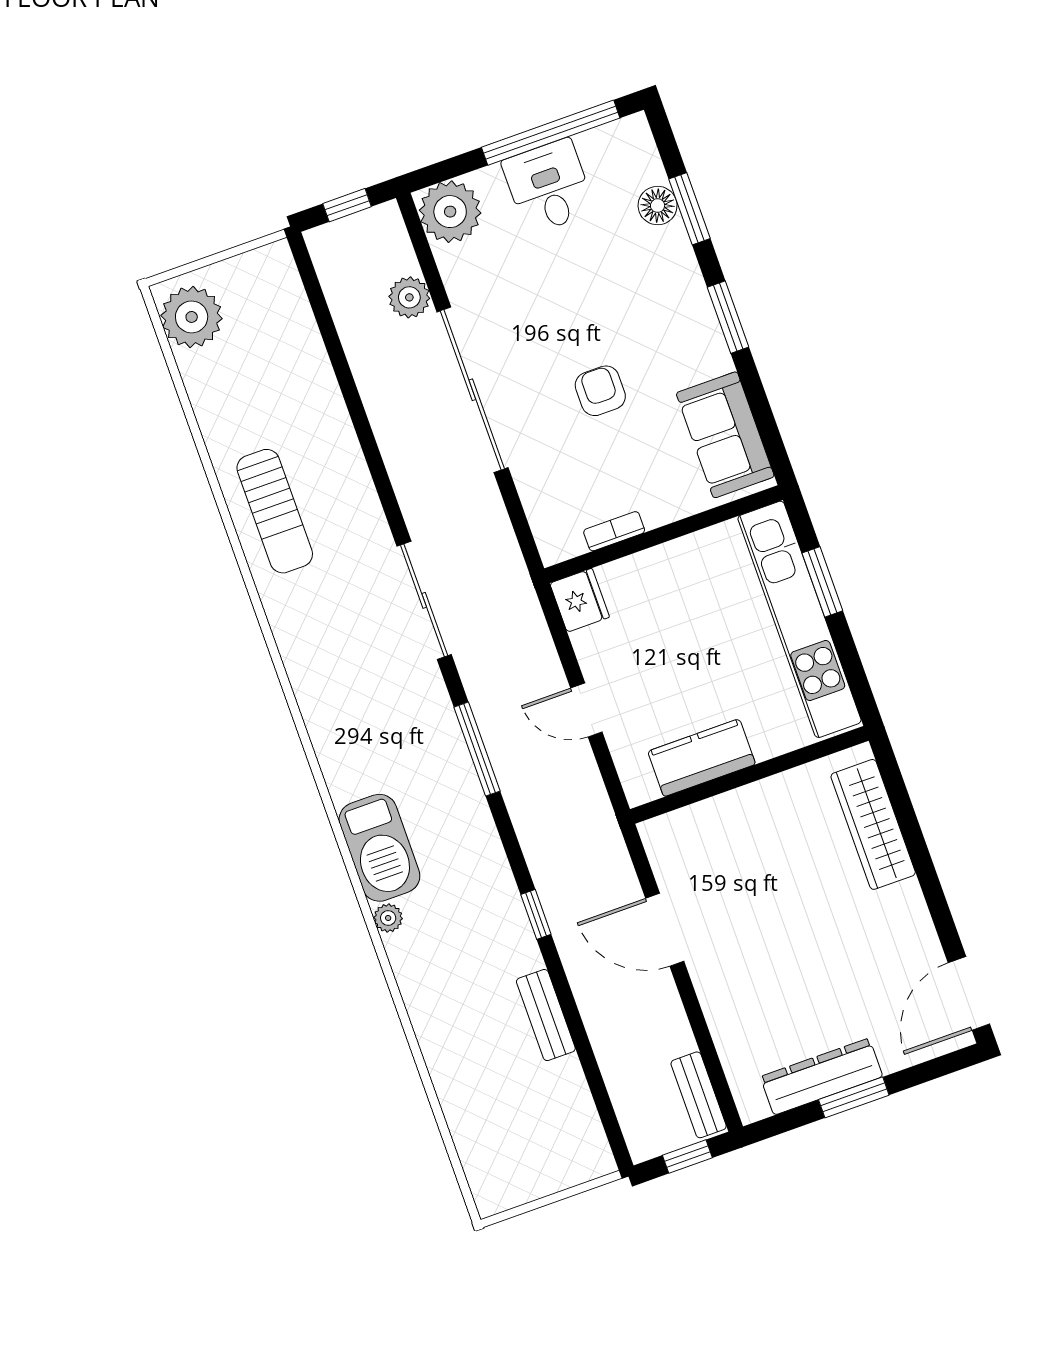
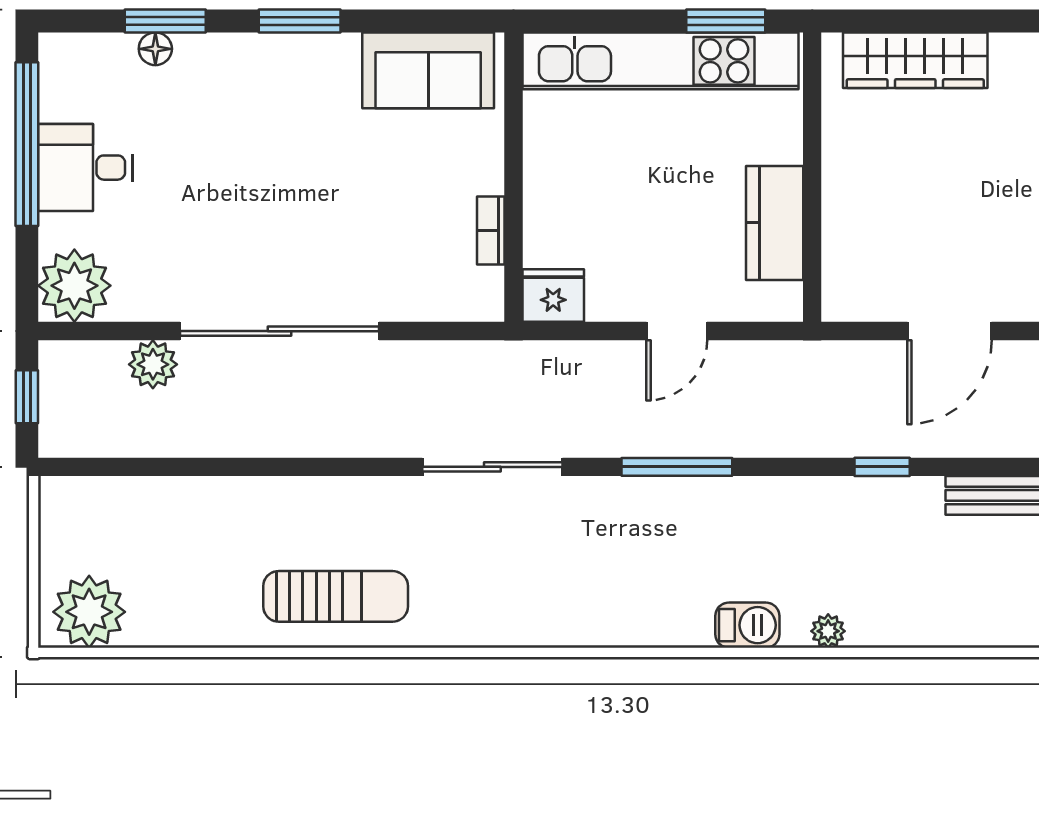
floor lamp: (658, 206) -> (155, 49), width x0.73, depth x0.73
armchair: (600, 391) -> (331, 191), removed
window: (822, 582) -> (726, 21), moved
barbecue: (379, 848) -> (747, 625), width x0.53, depth x0.65

